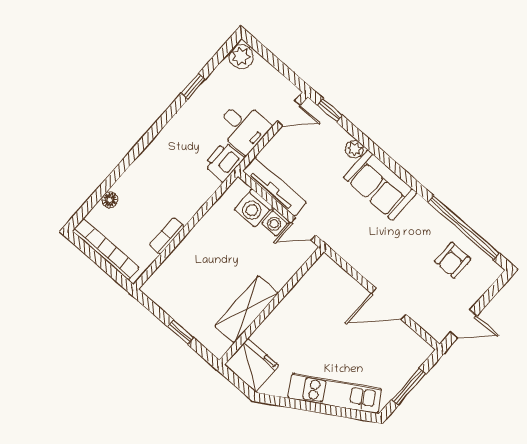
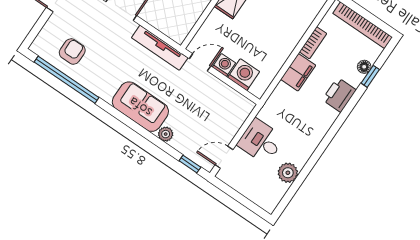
plant: (241, 56) -> (288, 173), moved
window: (193, 86) -> (370, 76), moved
printer: (224, 162) -> (339, 95), moved, turned 180
tv unit: (274, 187) -> (160, 48), moved
filing cabinet: (189, 203) -> (298, 72), added

